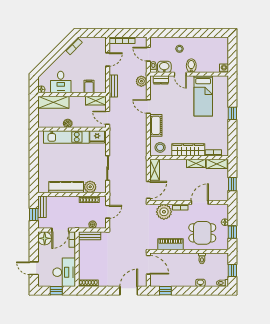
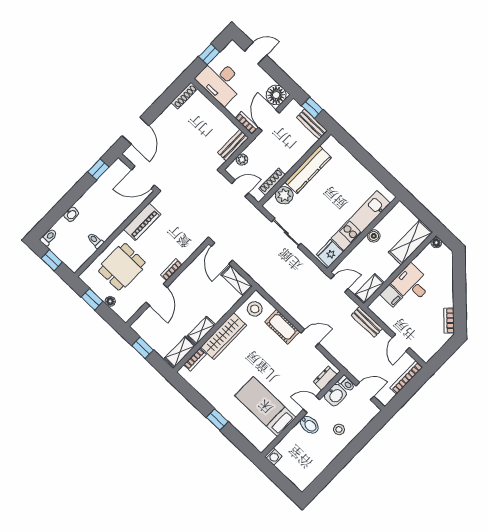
plant: (141, 81) -> (343, 356), removed
desk: (61, 82) -> (412, 284), moved
door: (108, 212) -> (240, 188), swing flipped
plant: (164, 212) -> (183, 248), removed

